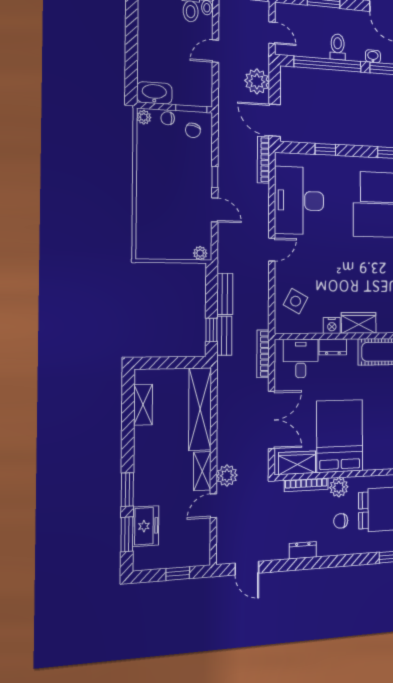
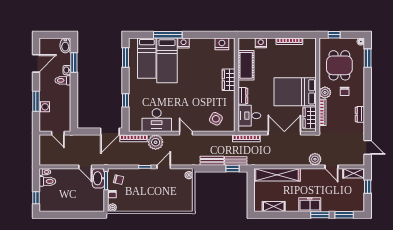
washing machine: (315, 14) -> (44, 107), added
door: (272, 33) -> (58, 133), swing flipped
toilet: (338, 47) -> (63, 80), moved
door: (215, 51) -> (85, 167), moved
window: (328, 64) -> (74, 99), removed
plant: (257, 81) -> (156, 142), moved
washbasin: (154, 93) -> (98, 178), moved
desk: (299, 201) -> (157, 120), width x0.73, depth x0.77
nightstand: (332, 325) -> (230, 97), removed
shelving: (202, 471) -> (354, 173), moved
freezer: (146, 526) -> (310, 205), moved
door: (247, 568) -> (368, 147), hinge flipped

